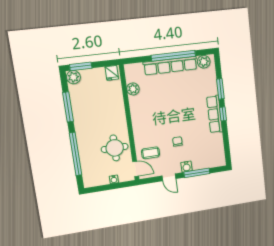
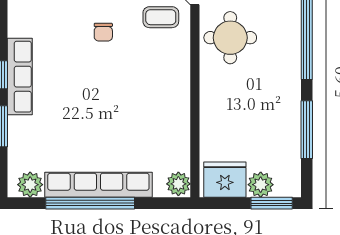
fridge: (112, 73) -> (225, 180), width x1.88, depth x1.34
plant: (73, 77) -> (261, 185), moved
plant: (133, 89) -> (178, 184), moved

